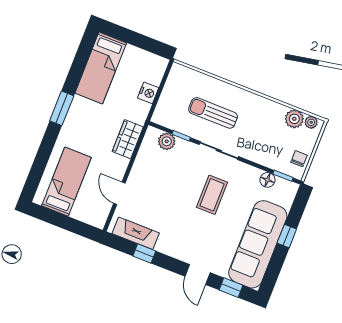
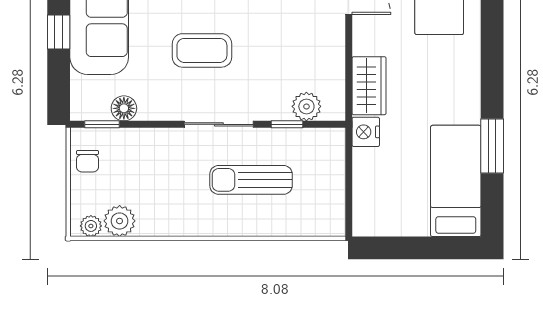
nightstand: (148, 93) -> (366, 132), moved
window: (62, 108) -> (492, 146), moved
sun lounger: (213, 113) -> (251, 180), turned 180
coffee table: (212, 195) -> (202, 50), turned 90

